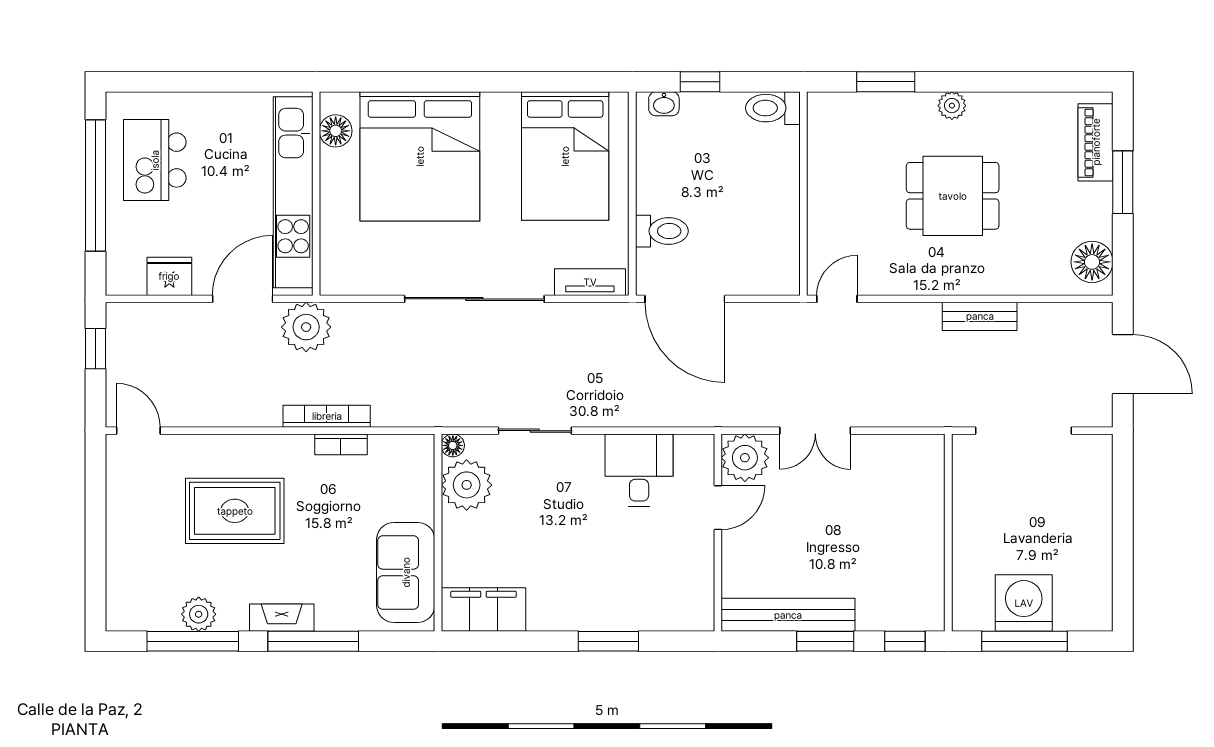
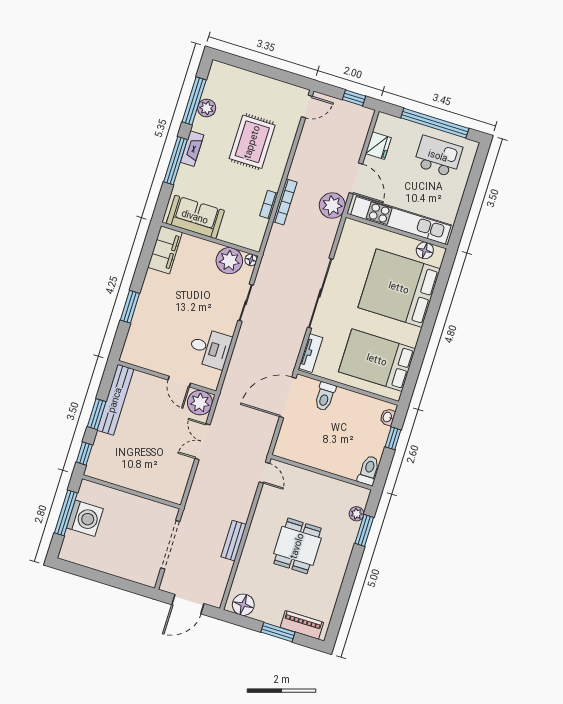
plant: (952, 106) -> (357, 514), moved

